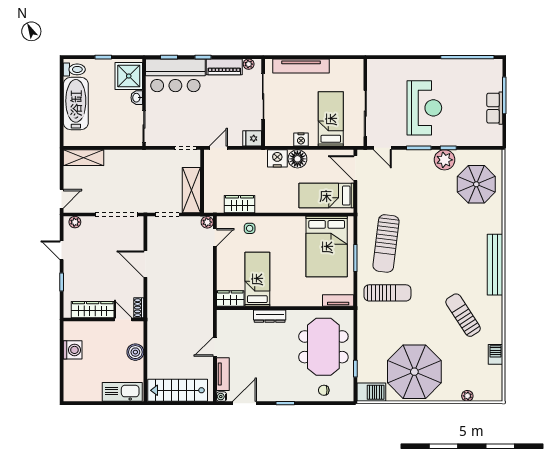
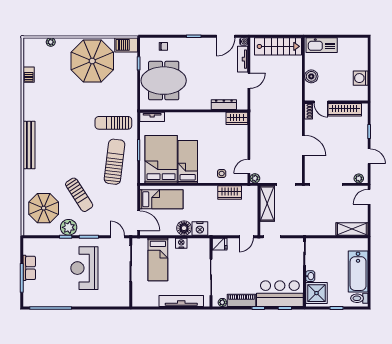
bed: (257, 279) -> (188, 162), moved, turned 180
sun lounger: (463, 315) -> (79, 195), moved
dresser: (270, 316) -> (224, 105), moved
meeting table: (323, 347) -> (164, 81), turned 90

